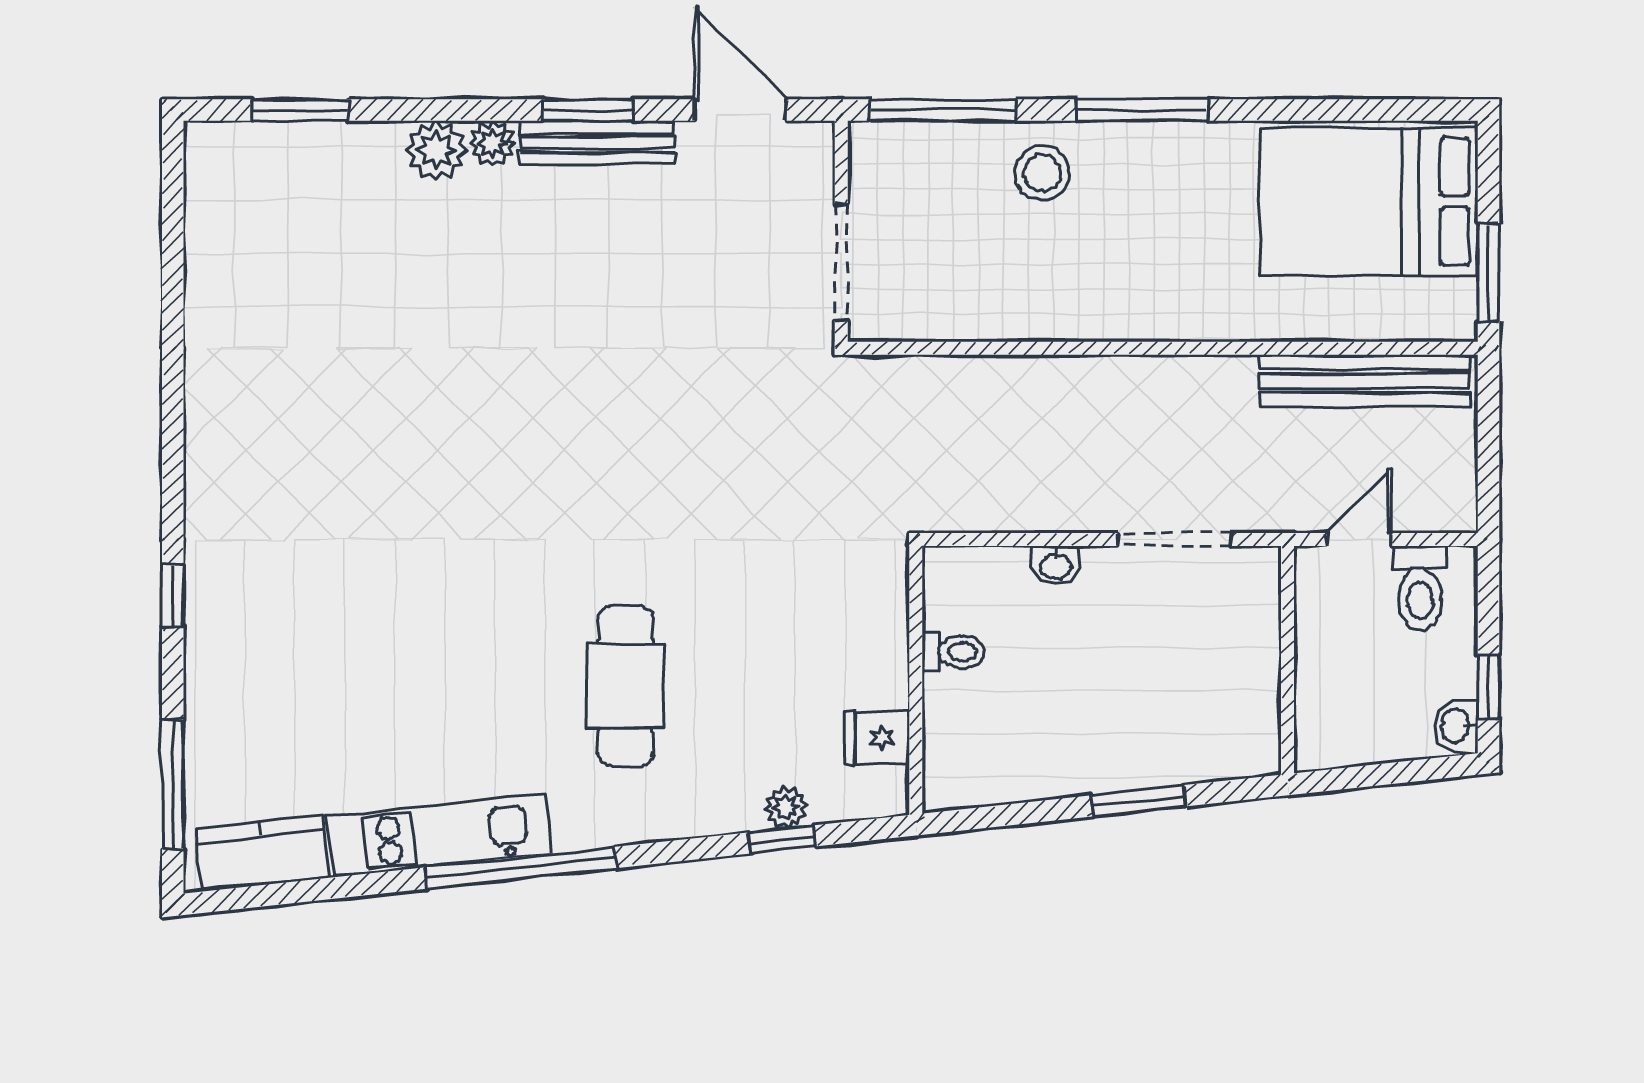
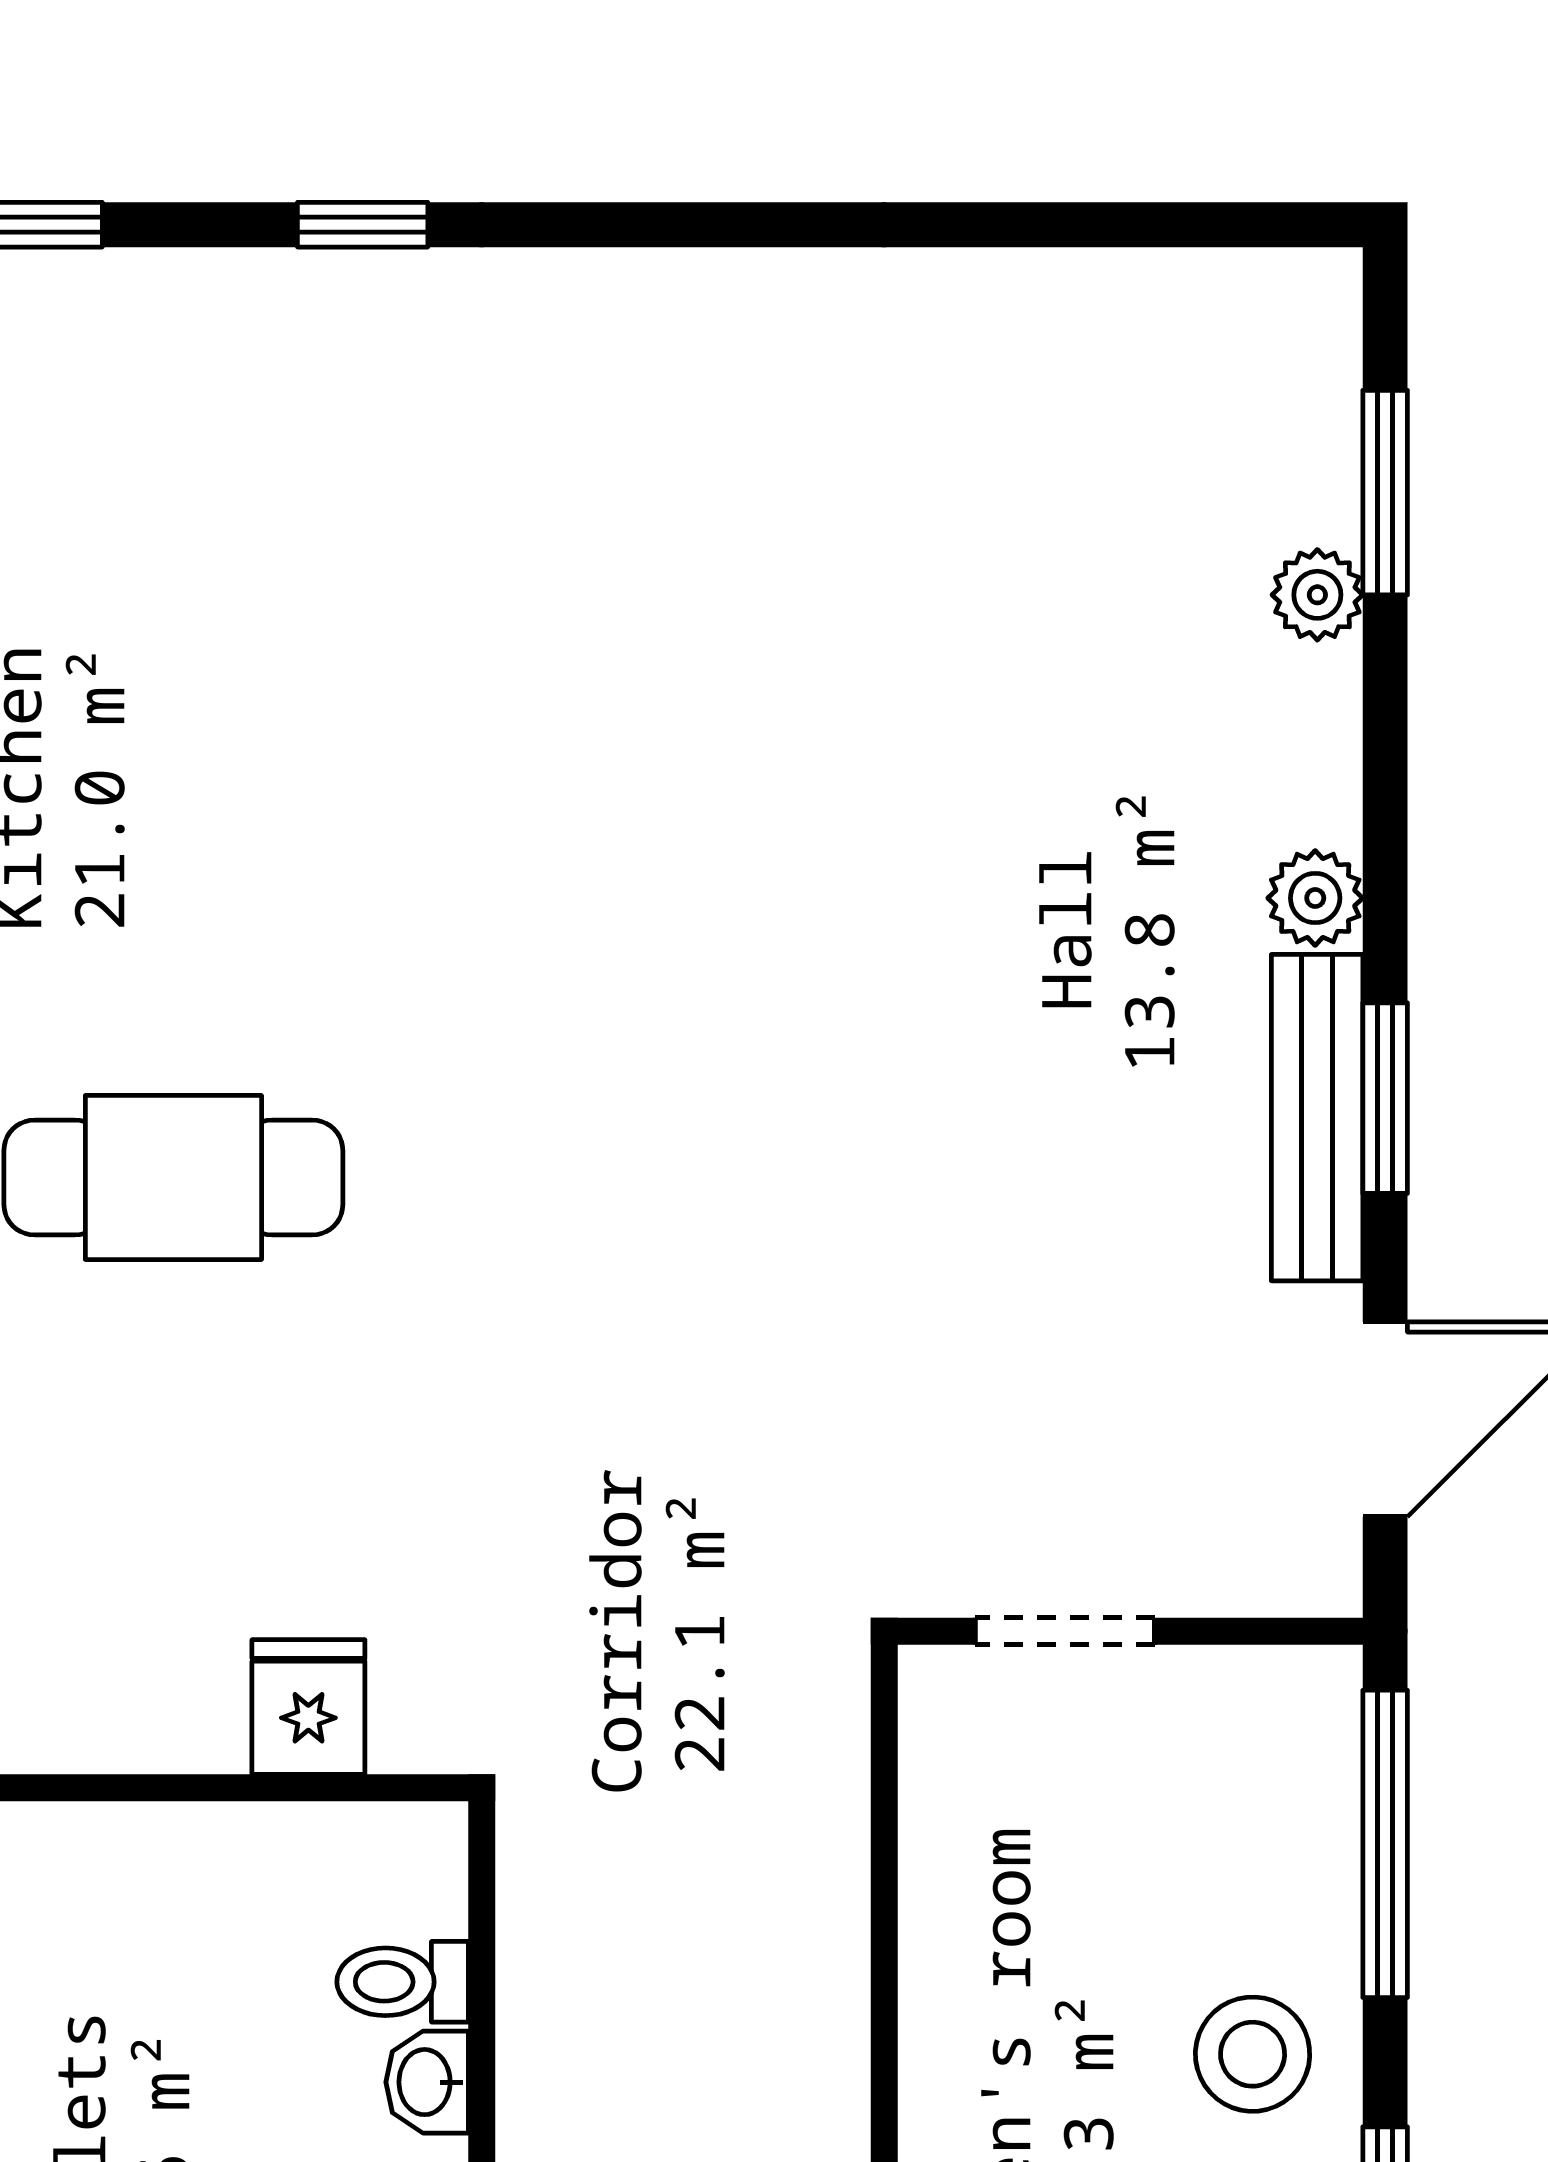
plant: (436, 150) -> (1317, 595), moved, width x0.73, depth x0.73
doorway: (841, 262) -> (1065, 1631), width x0.73
toilet: (953, 652) -> (403, 1982), moved, turned 90
fridge: (877, 738) -> (308, 1707), moved

